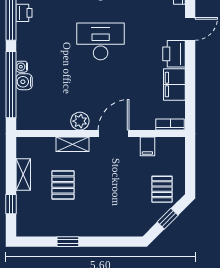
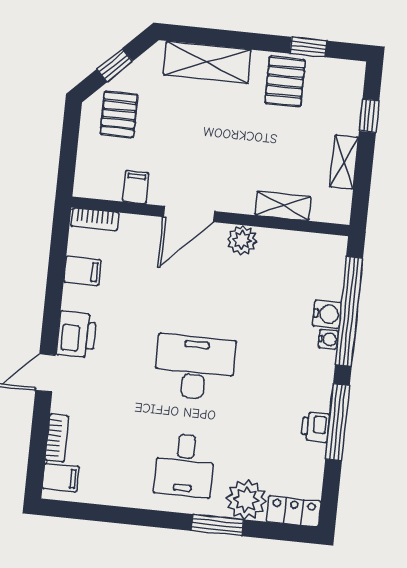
desk: (101, 41) -> (195, 367), turned 180
filing cabinet: (174, 85) -> (82, 271), width x0.50
shelving: (72, 144) -> (283, 206), moved
pallet: (63, 185) -> (285, 81), moved
shelving: (112, 226) -> (207, 62), added
window: (68, 242) -> (308, 47), moved

